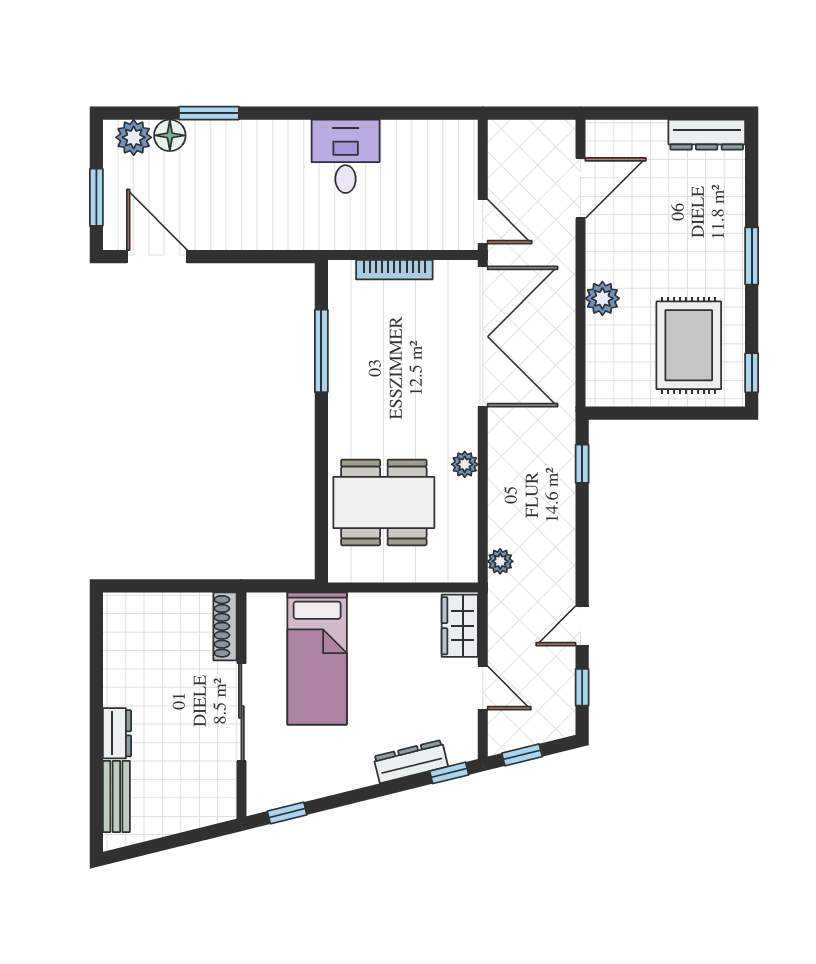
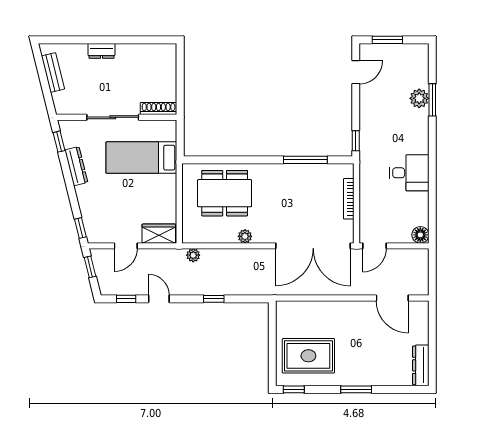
floor lamp: (170, 135) -> (420, 235), moved
plant: (134, 137) -> (419, 98), moved
door: (157, 257) -> (356, 72), width x0.73
window: (286, 257) -> (356, 141), added
plant: (602, 298) -> (333, 310), removed
window: (582, 464) -> (214, 299), moved
dining table: (384, 502) -> (225, 193), turned 90
dresser: (411, 761) -> (76, 166), moved
bench: (116, 797) -> (53, 72), moved, turned 76

